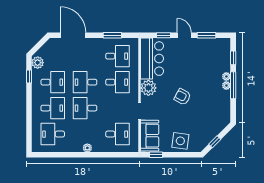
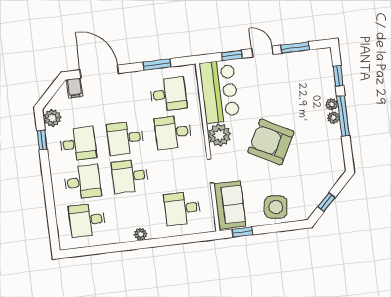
filing cabinet: (55, 44) -> (75, 88), added
desk: (117, 82) -> (173, 132), turned 180
armchair: (182, 97) -> (271, 142), width x1.88, depth x1.88
desk: (117, 134) -> (182, 208), turned 180

